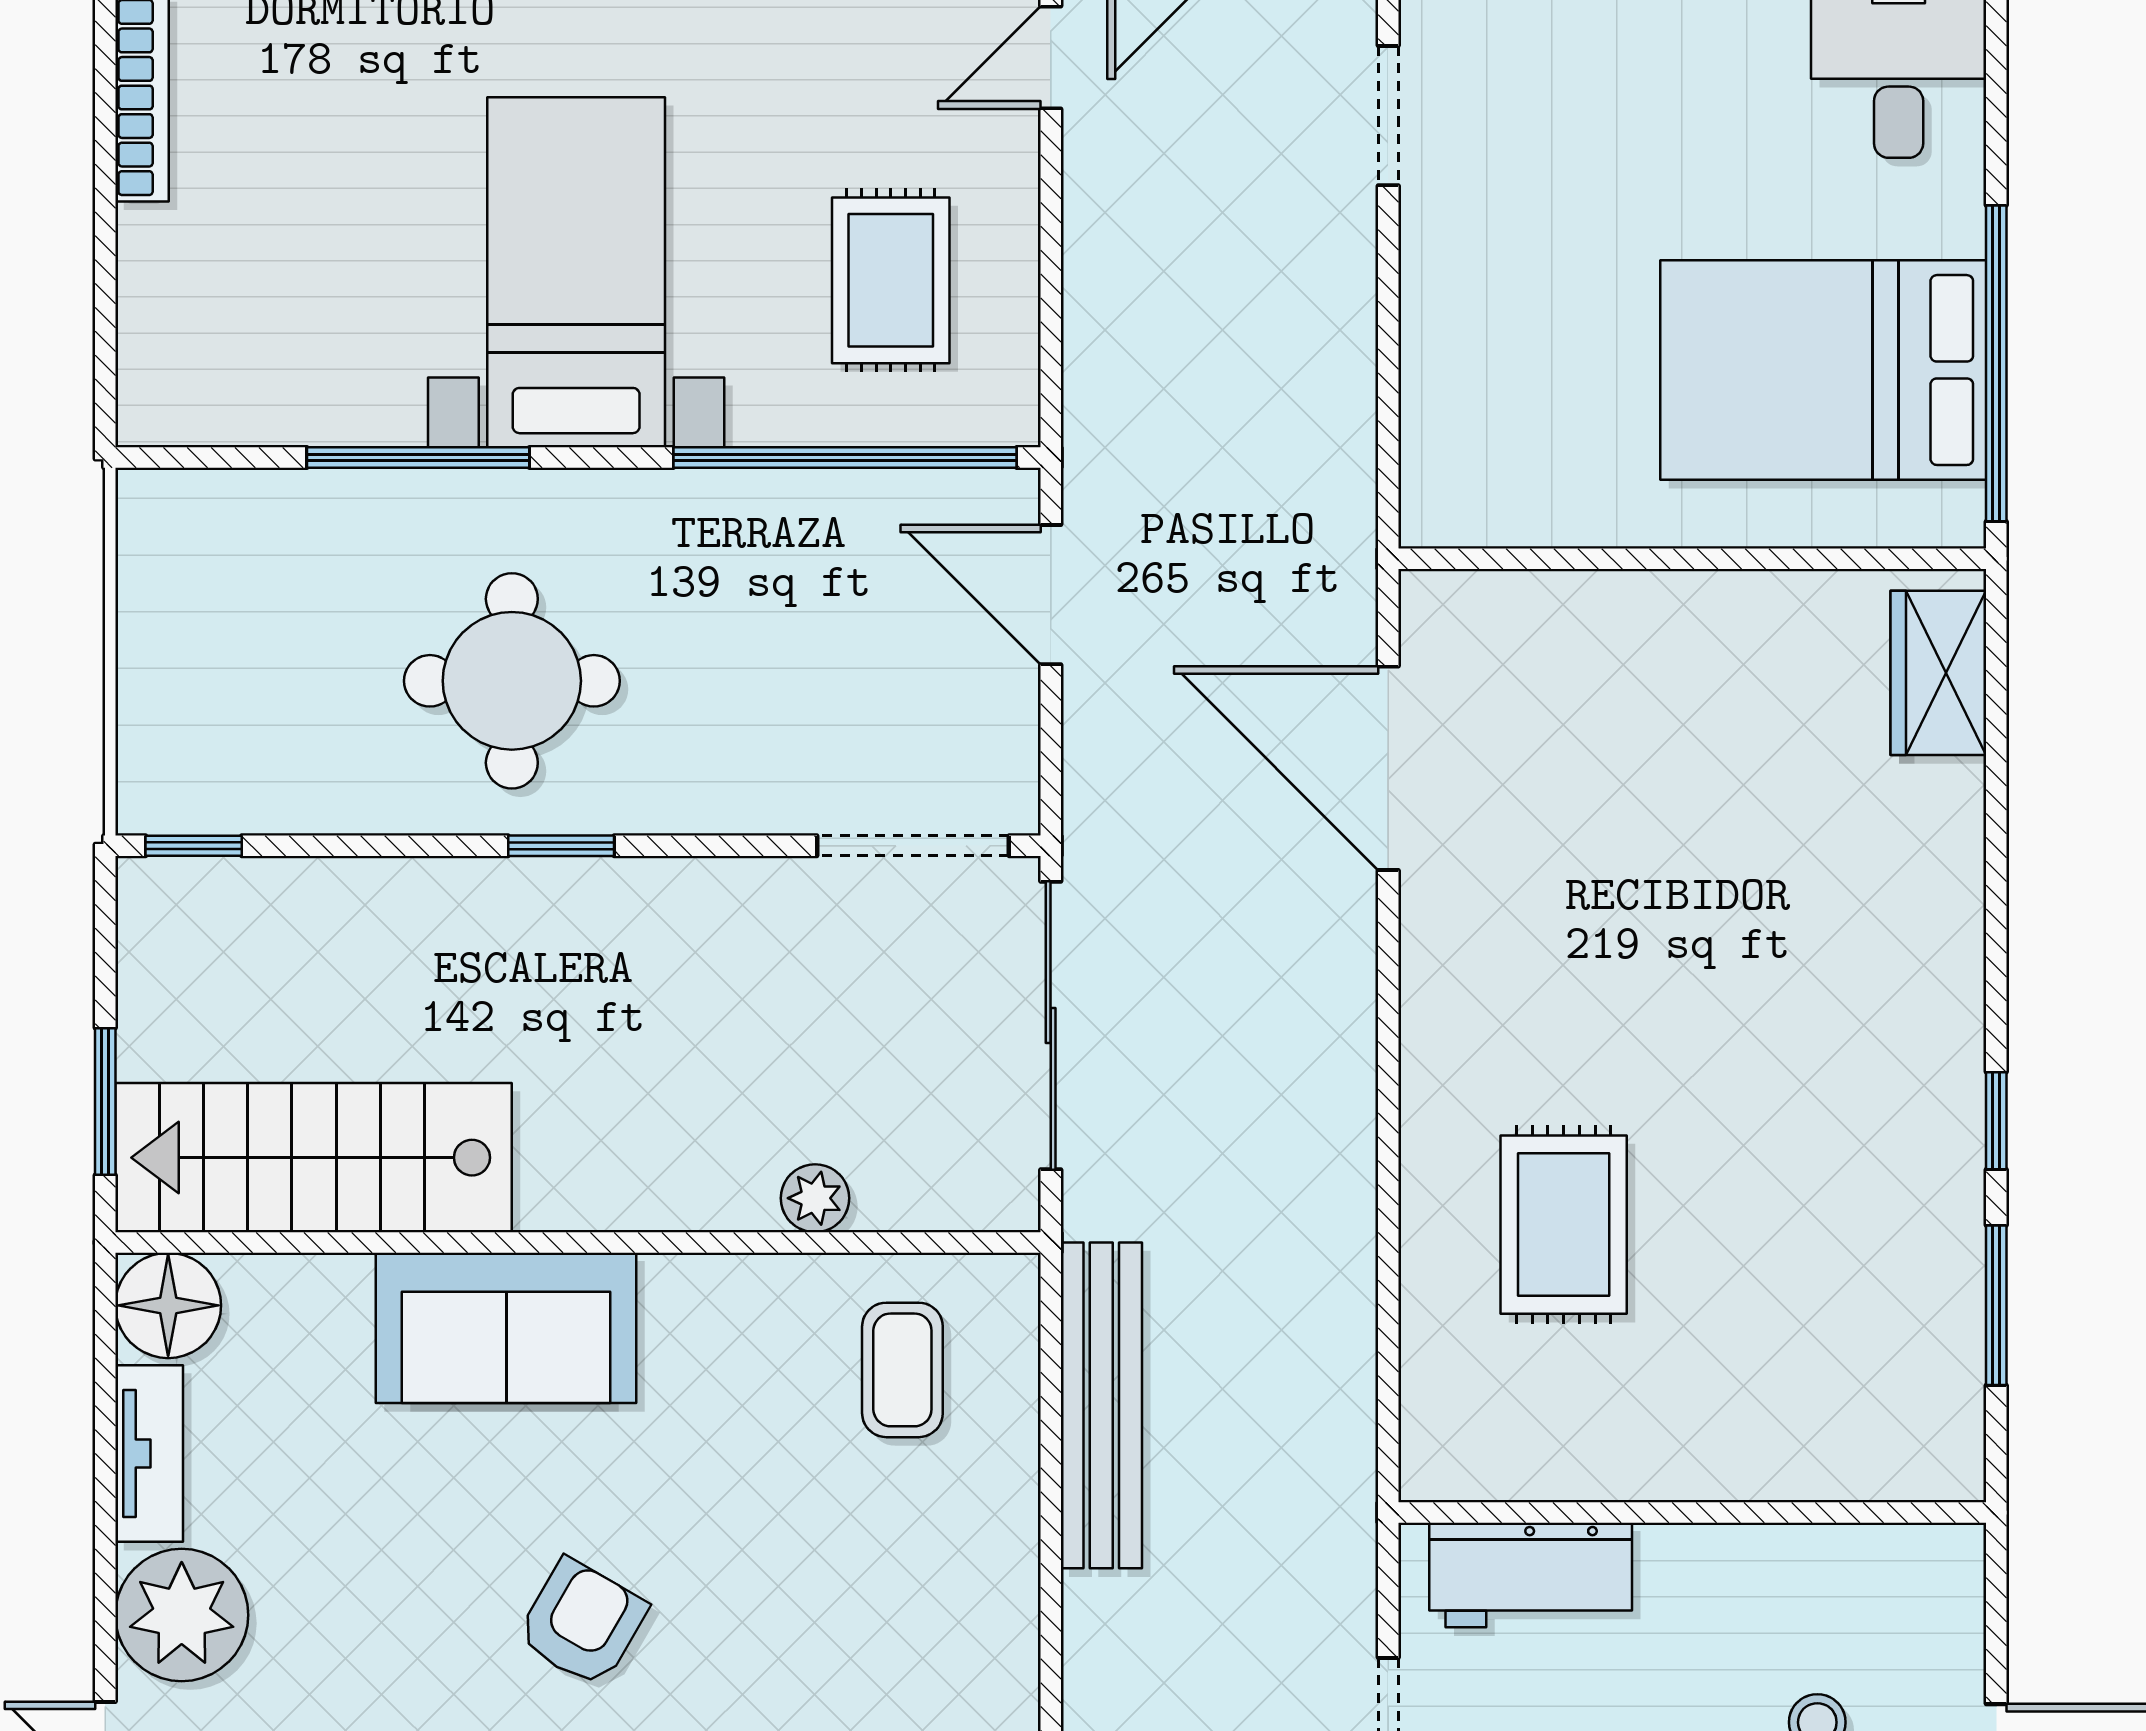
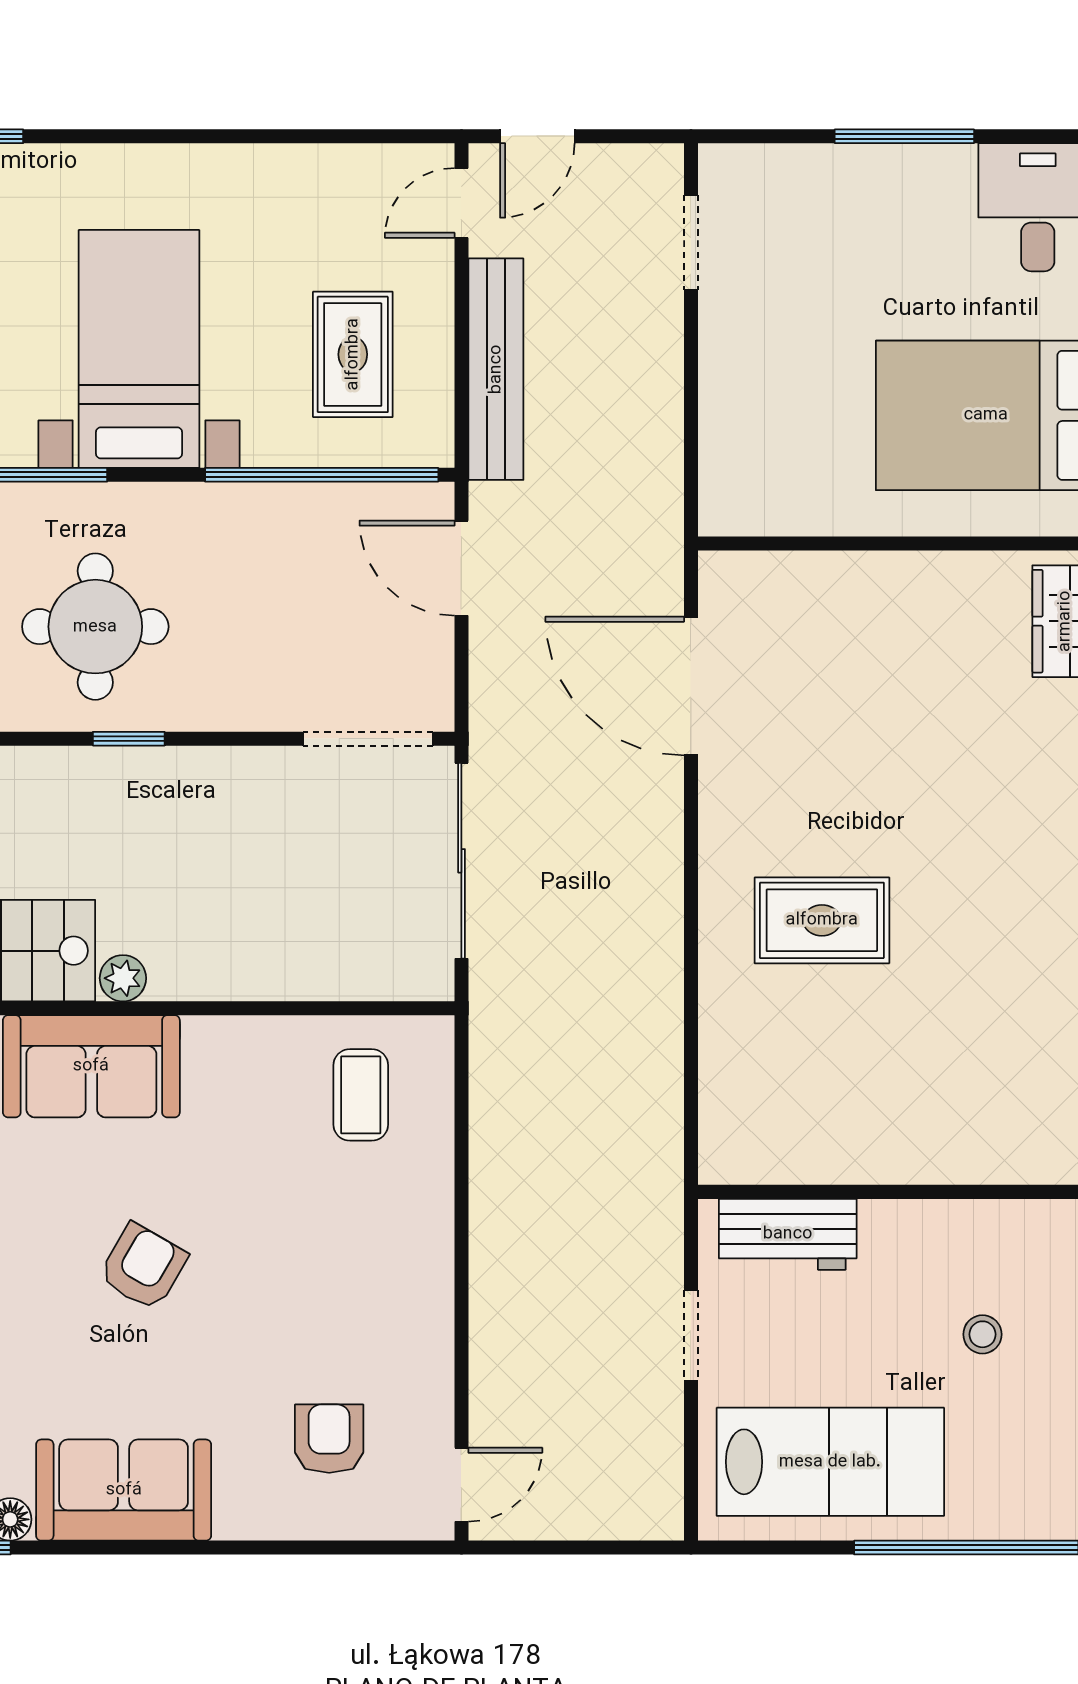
plant: (815, 1198) -> (123, 978), moved
rug: (1564, 1225) -> (822, 920), moved, turned 90
bench: (1101, 1405) -> (496, 369), moved

